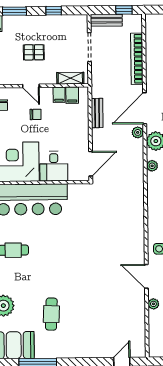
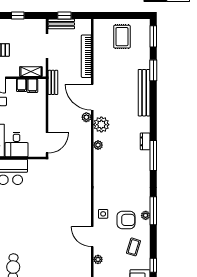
window: (124, 10) -> (64, 16), moved
door: (145, 108) -> (92, 97), hinge flipped
bench: (97, 113) -> (53, 82), moved

